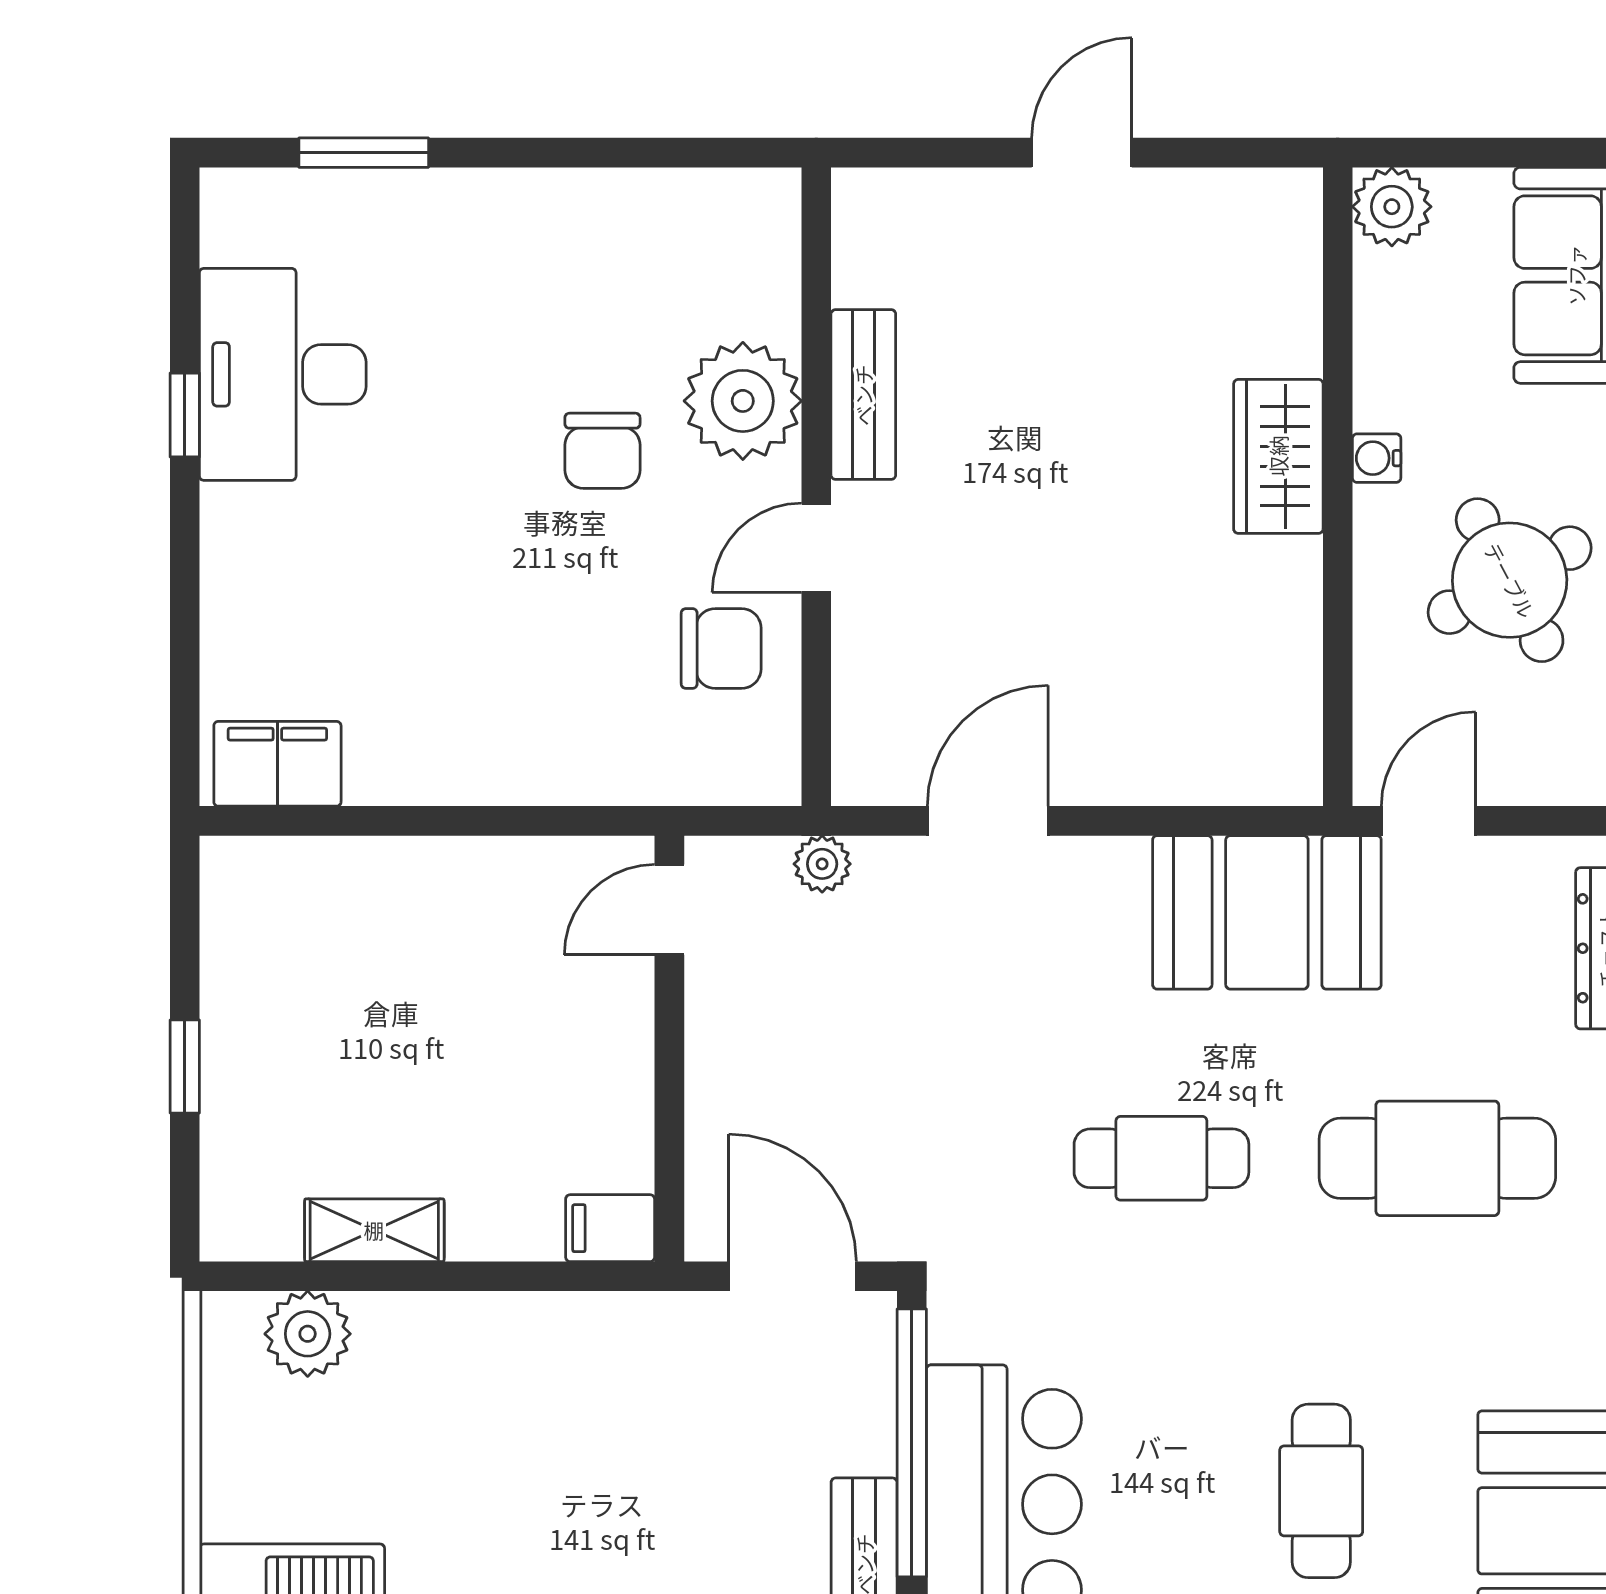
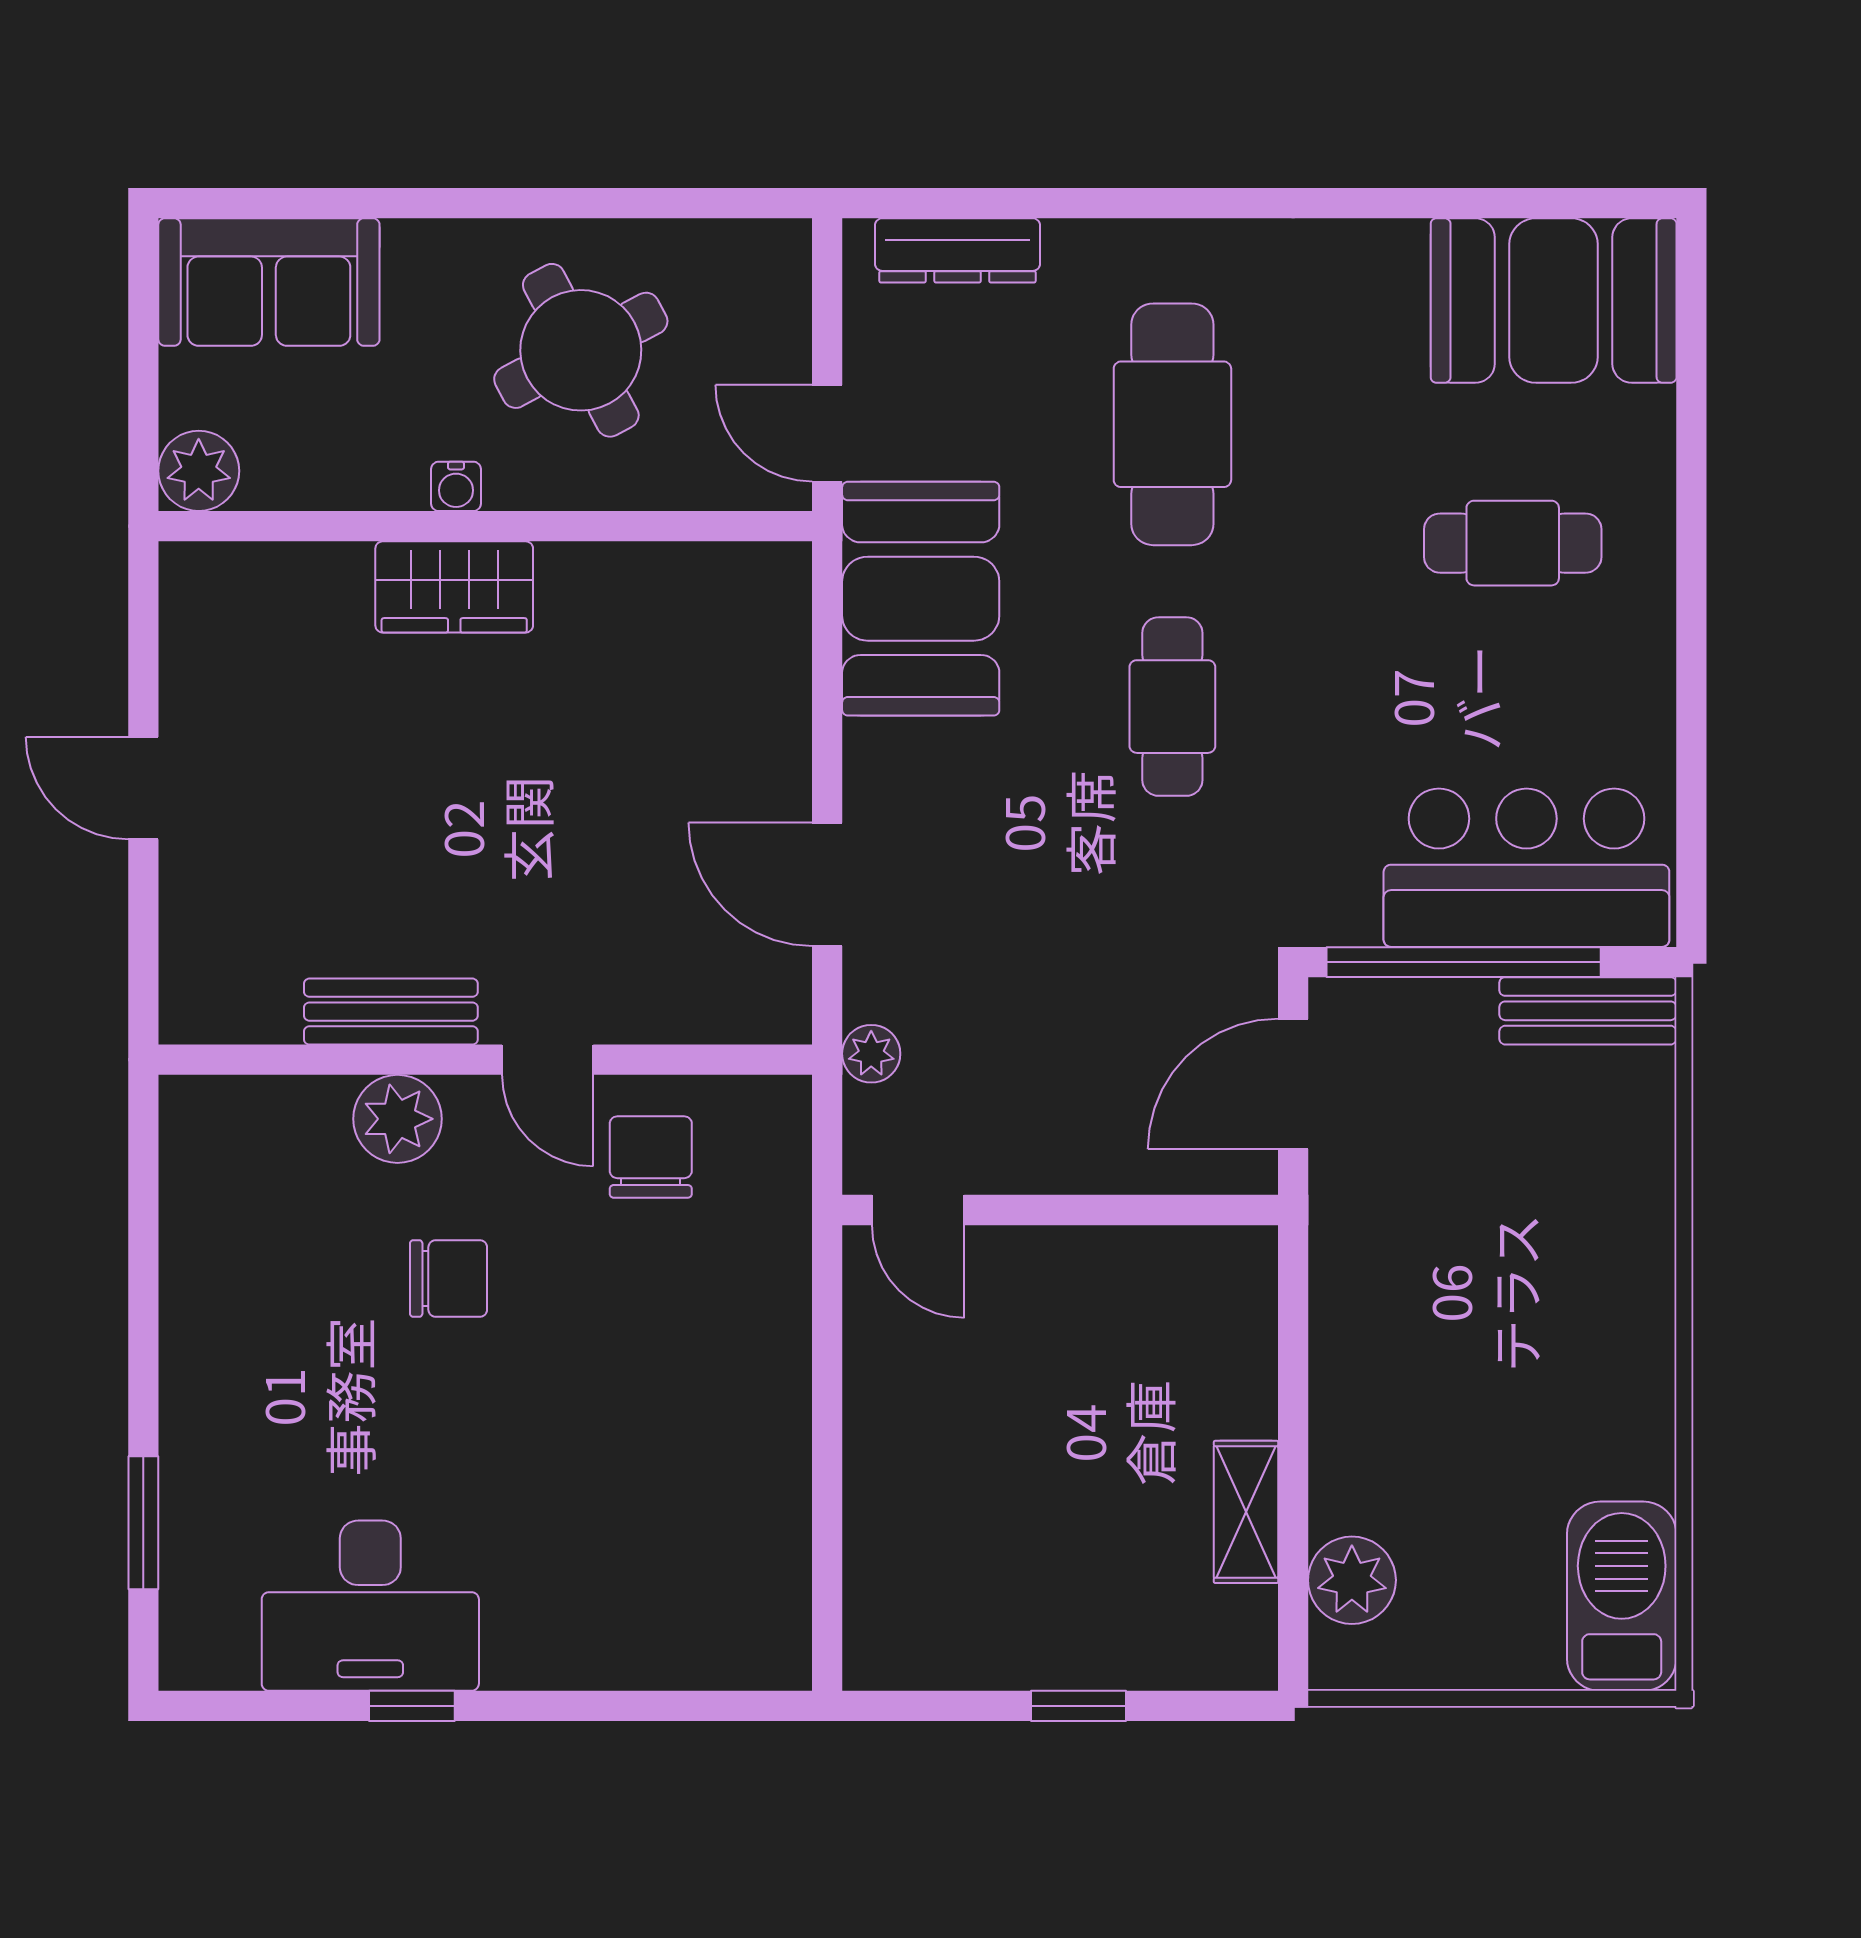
plant: (743, 401) -> (397, 1119), width x0.73, depth x0.73
filing cabinet: (277, 764) -> (769, 1611), removed
filing cabinet: (610, 1228) -> (1244, 1271), removed

